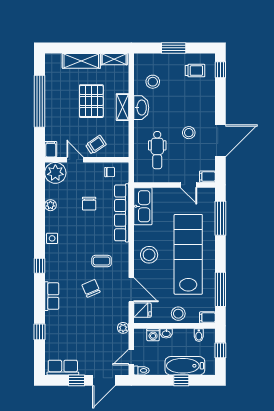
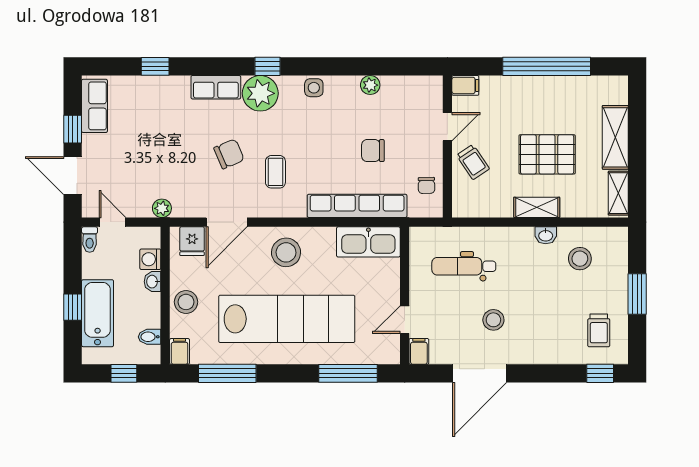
washbasin: (141, 108) -> (546, 235), width x0.52, depth x0.69
door: (220, 141) -> (480, 373), hinge flipped
plant: (55, 173) -> (260, 93), moved

